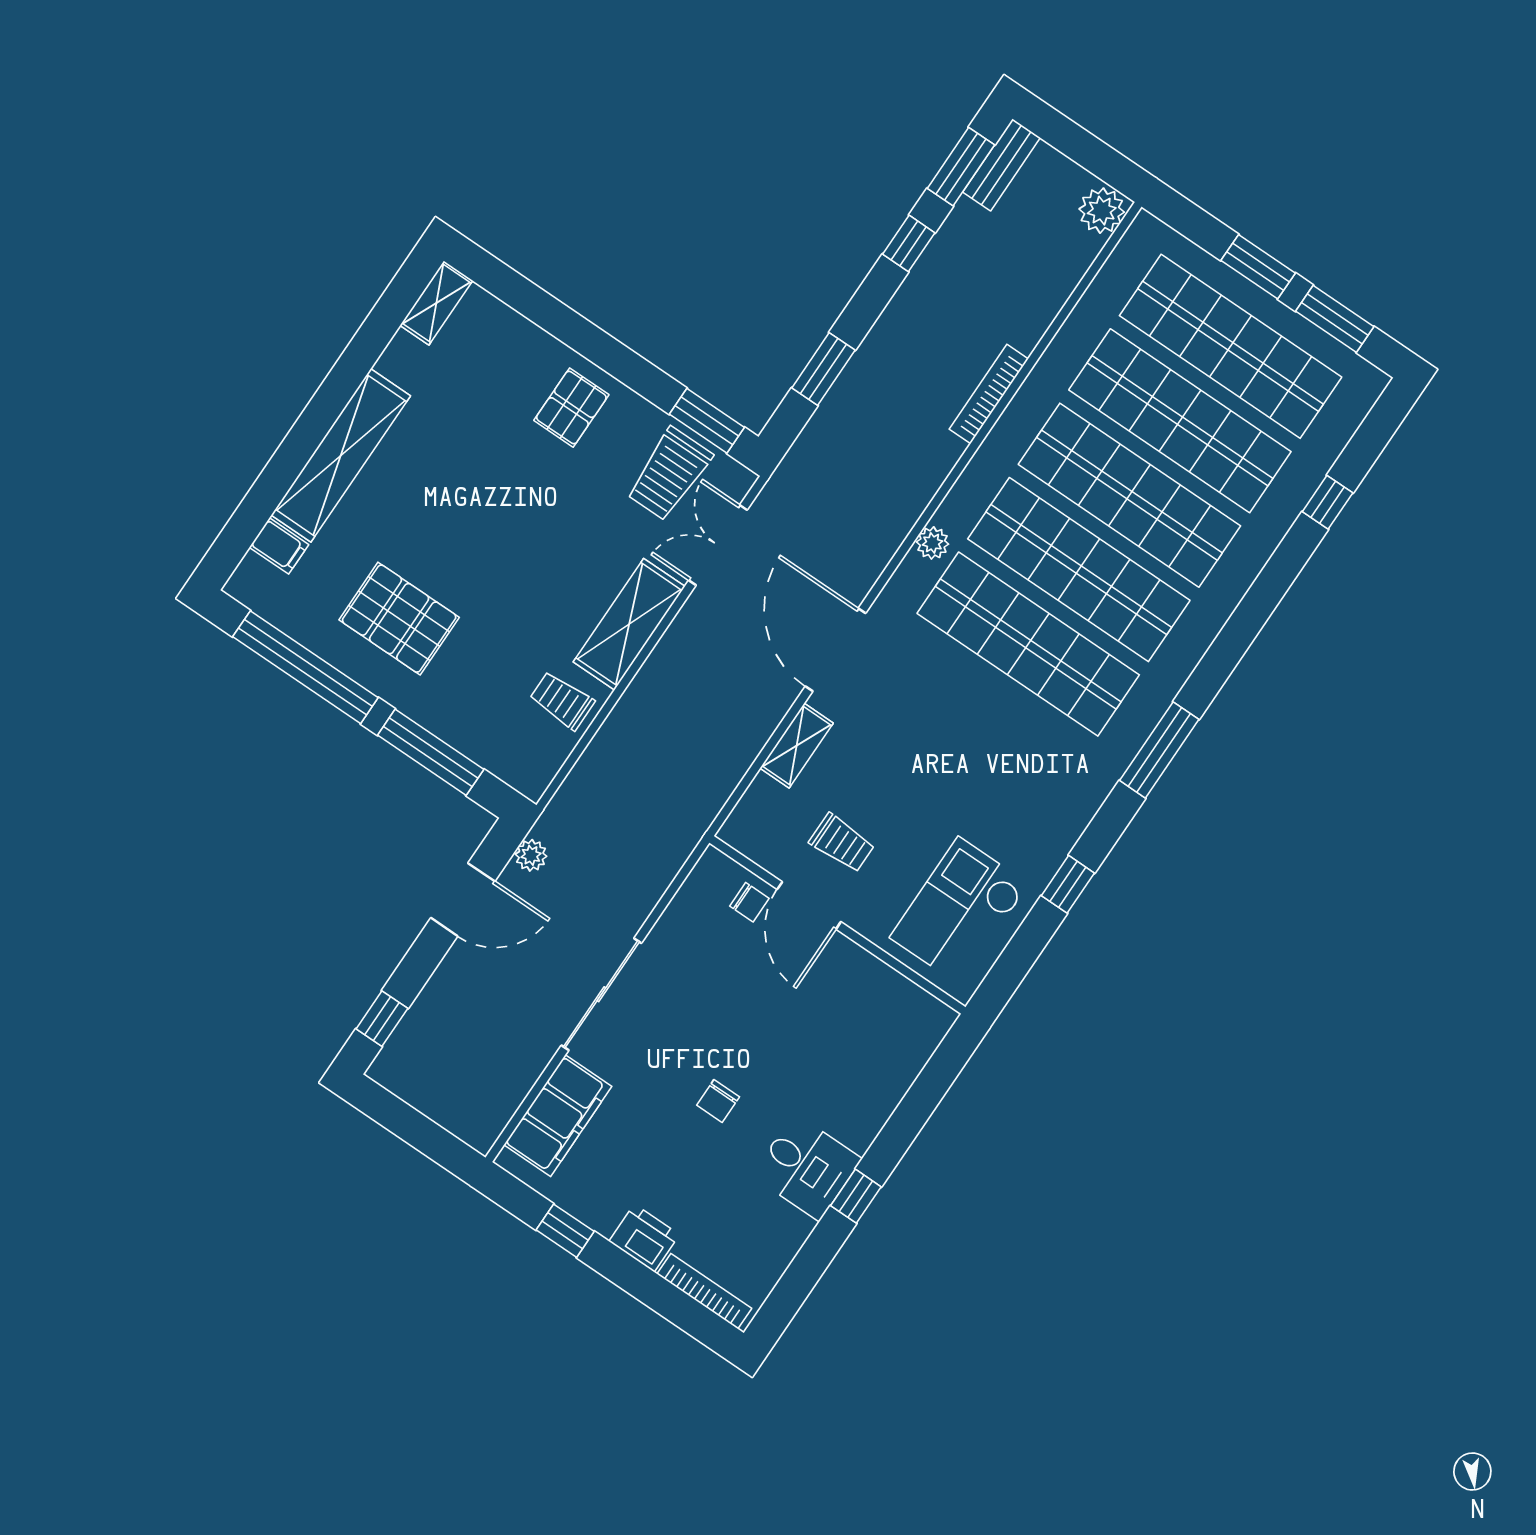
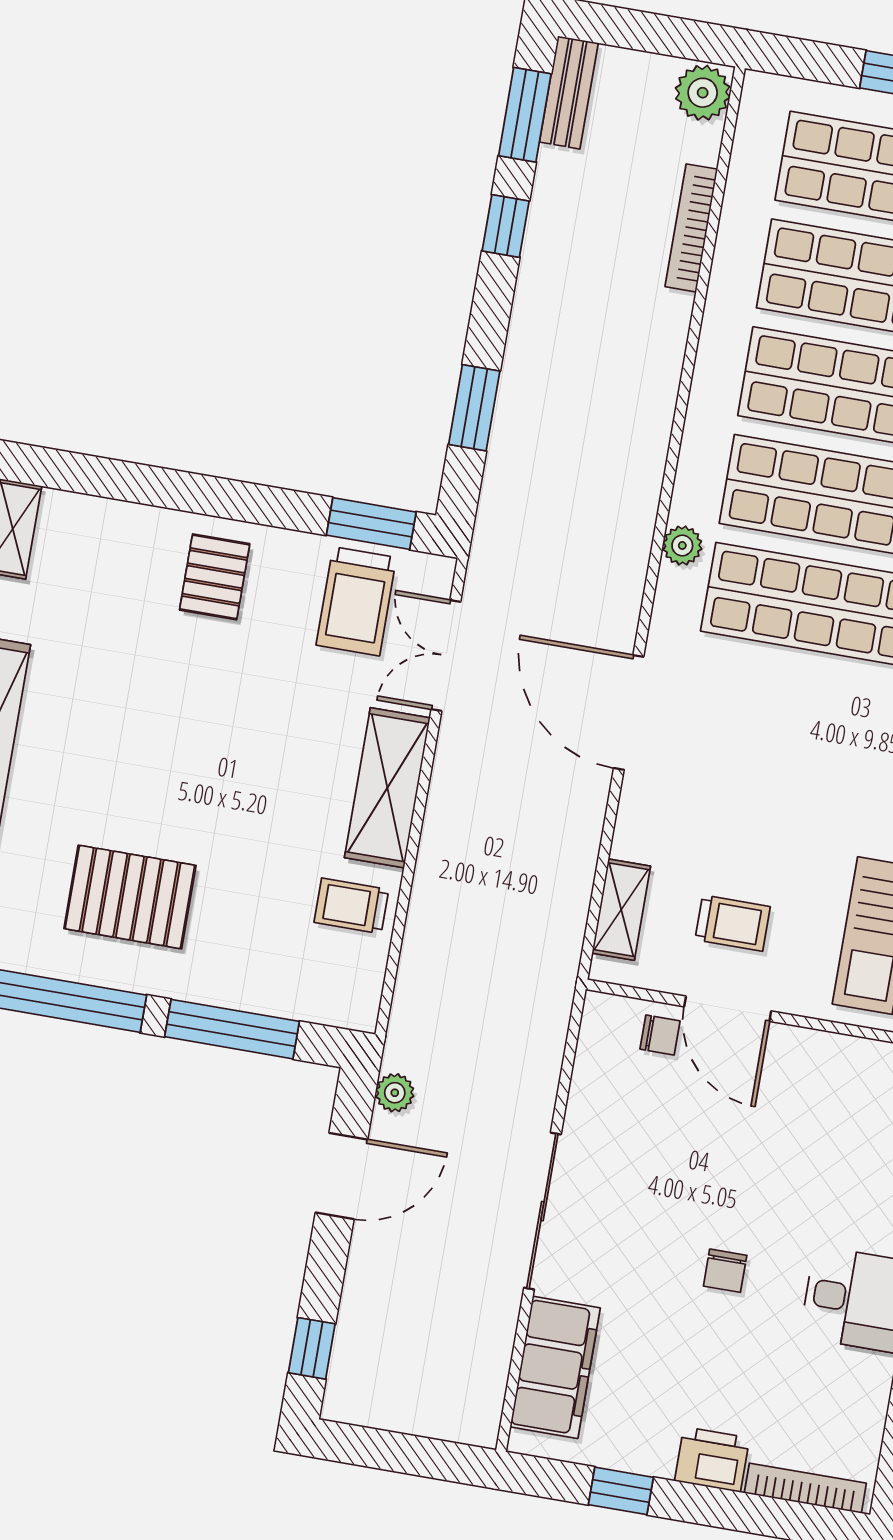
bookcase: (989, 394) -> (691, 228), moved
shelving: (797, 746) -> (621, 910), moved

